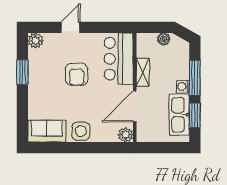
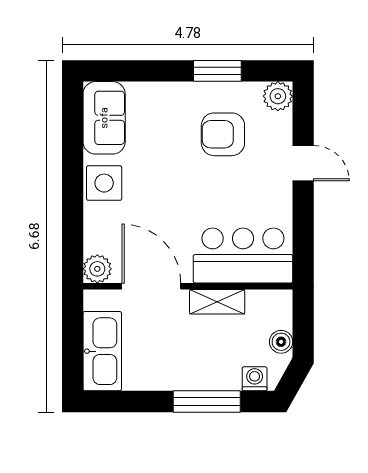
armchair: (77, 74) -> (223, 134), moved
washing machine: (183, 87) -> (255, 379), moved
kitchen sink: (179, 115) -> (102, 351), moved, turned 90
window: (195, 116) -> (134, 401), removed

